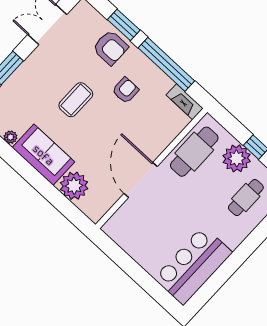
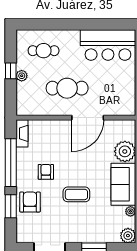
armchair: (125, 90) -> (46, 172), turned 90
cafe table: (194, 152) -> (67, 88), moved
plant: (237, 158) -> (22, 76), width x0.53, depth x0.53

